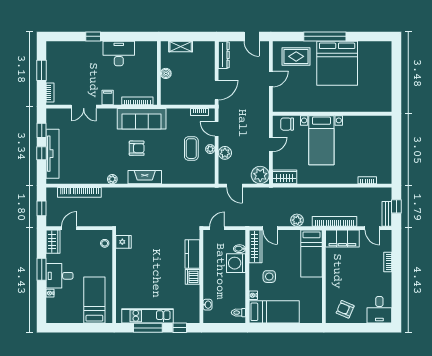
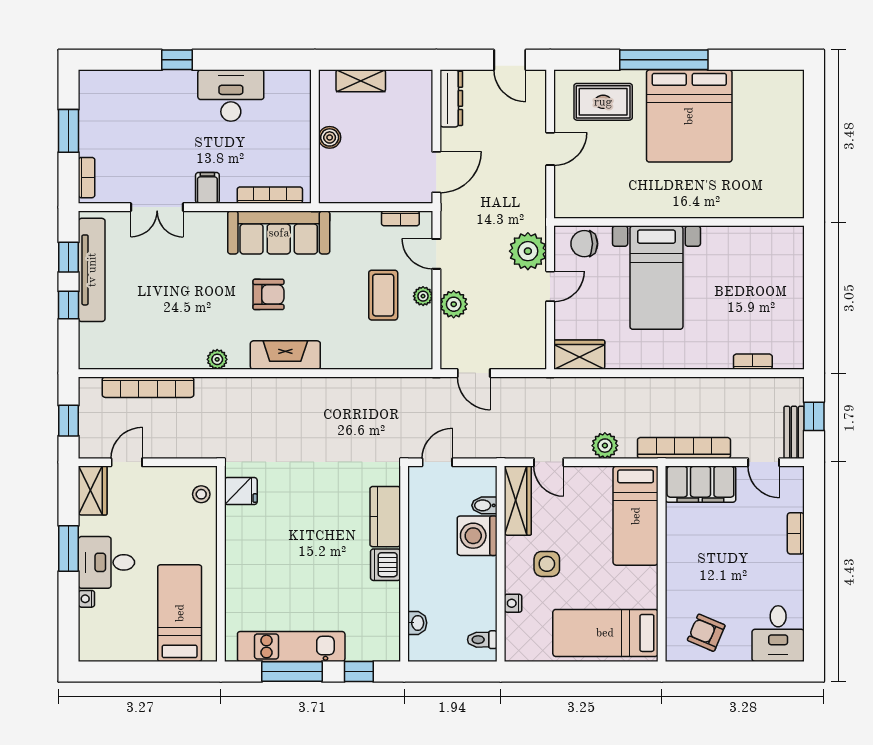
tv unit: (53, 154) -> (92, 270), moved
plant: (260, 175) -> (528, 251), moved
bed: (274, 312) -> (605, 633), moved, turned 180

